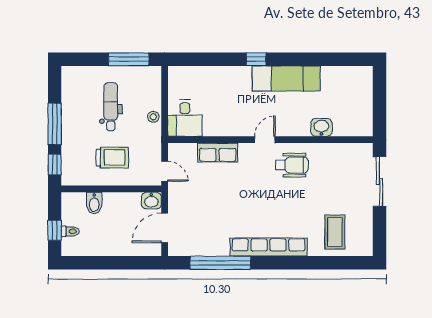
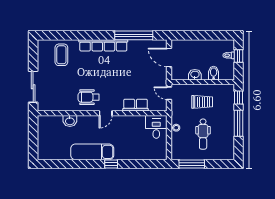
trolley: (112, 158) -> (202, 102), turned 180
washbasin: (151, 201) -> (195, 75), moved
door: (165, 228) -> (169, 57), swing flipped

